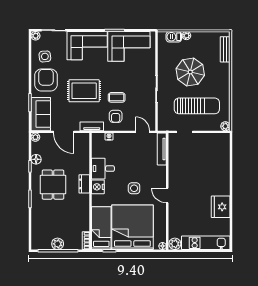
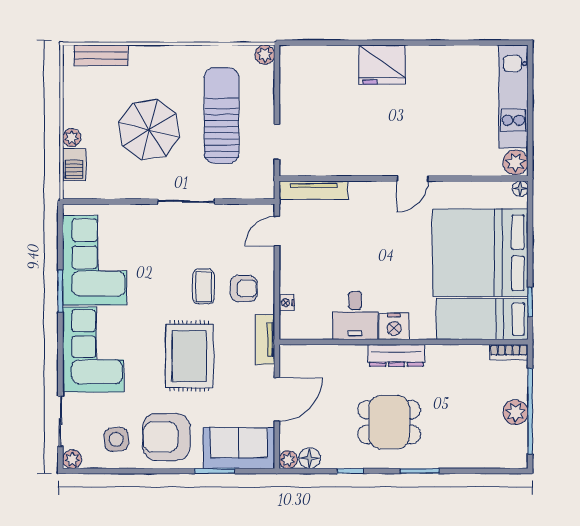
floor lamp: (36, 159) -> (310, 458), moved
dresser: (84, 184) -> (396, 355), width x1.44
side table: (134, 188) -> (397, 249), removed
fridge: (221, 207) -> (382, 65), moved

